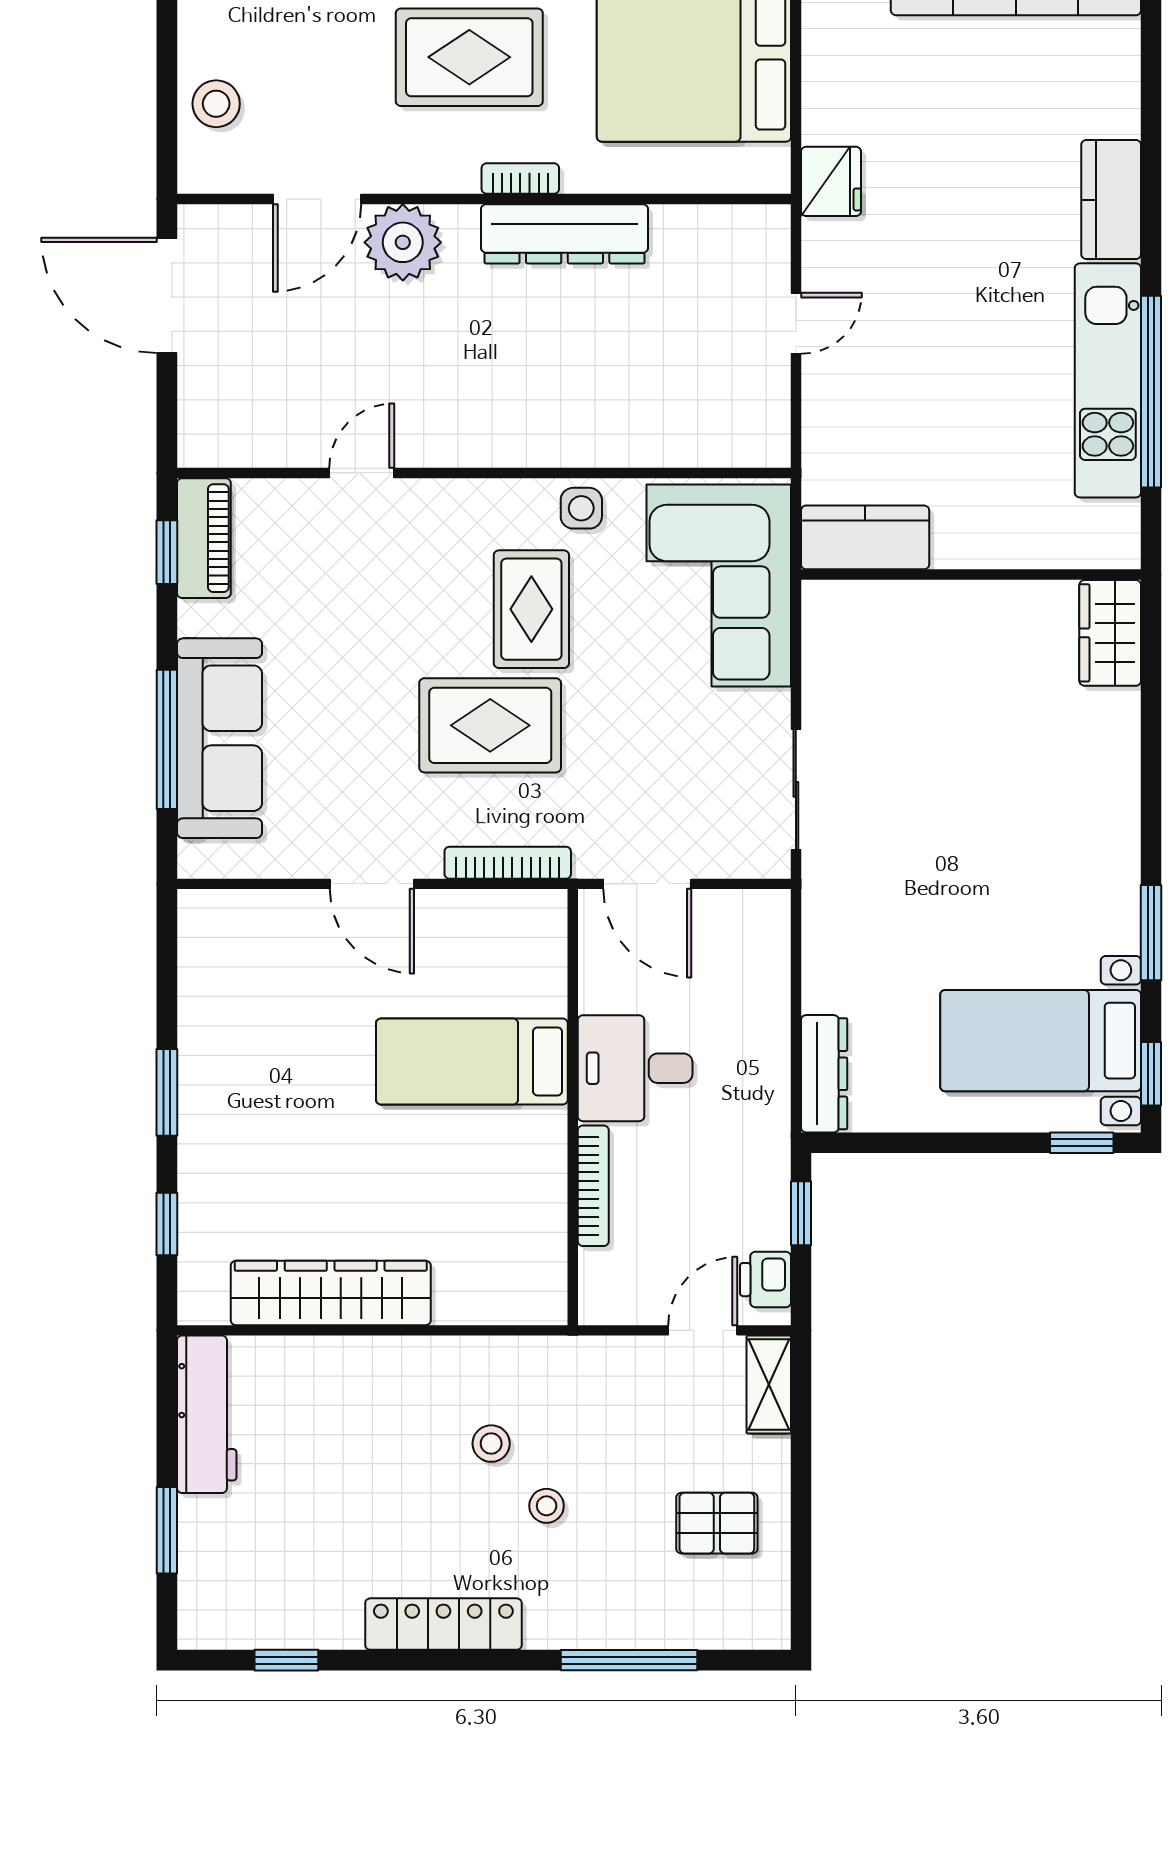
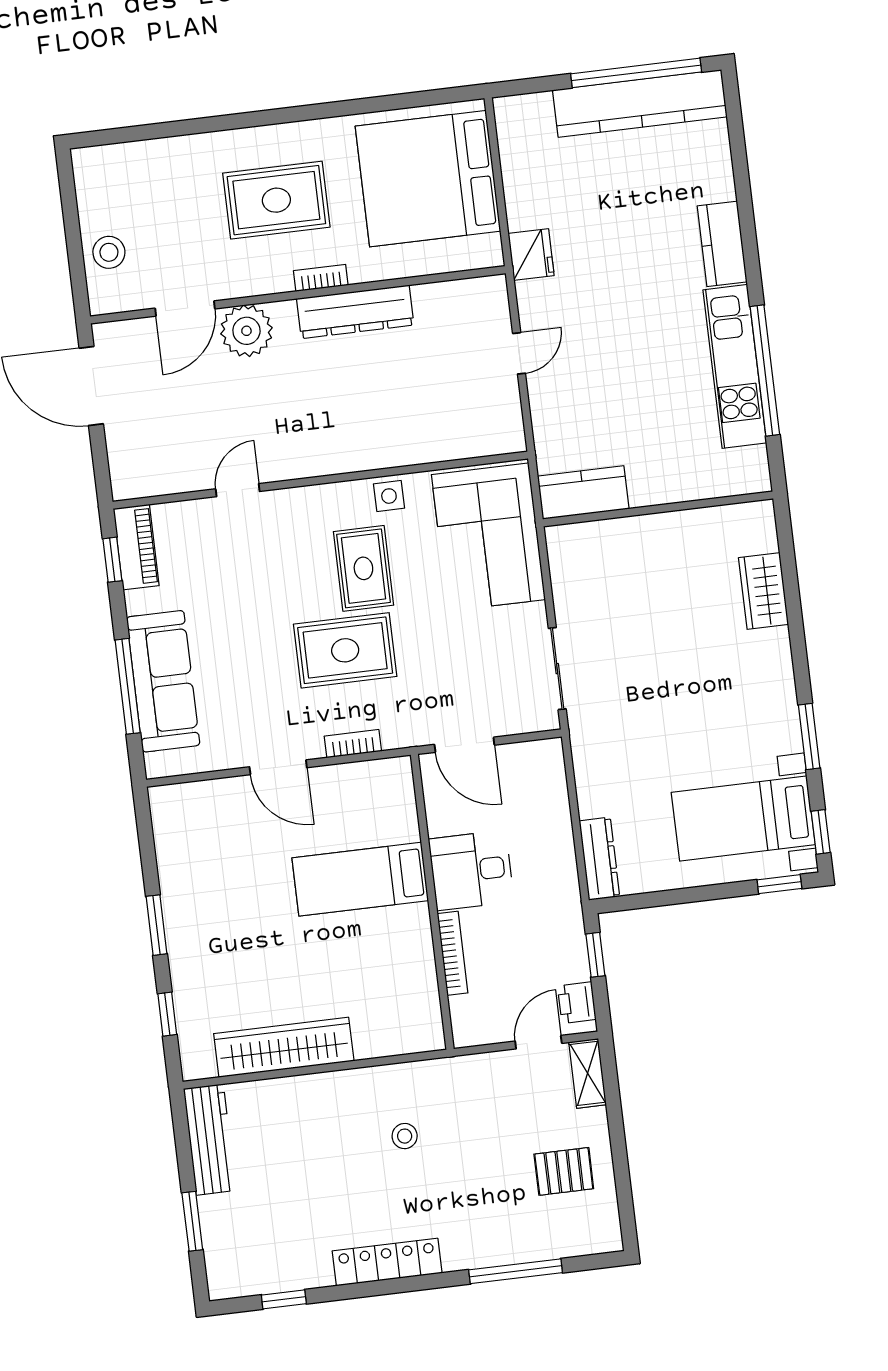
wardrobe: (1110, 633) -> (764, 591), moved
bookcase: (508, 863) -> (353, 744), width x0.64
stool: (547, 1506) -> (447, 1174), removed

